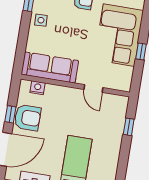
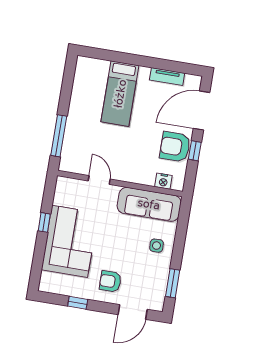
side table: (41, 20) -> (157, 246), moved
window: (129, 127) -> (59, 136), width x2.17

